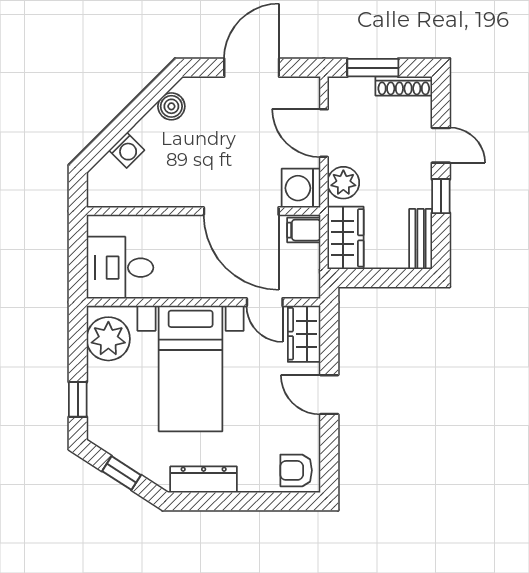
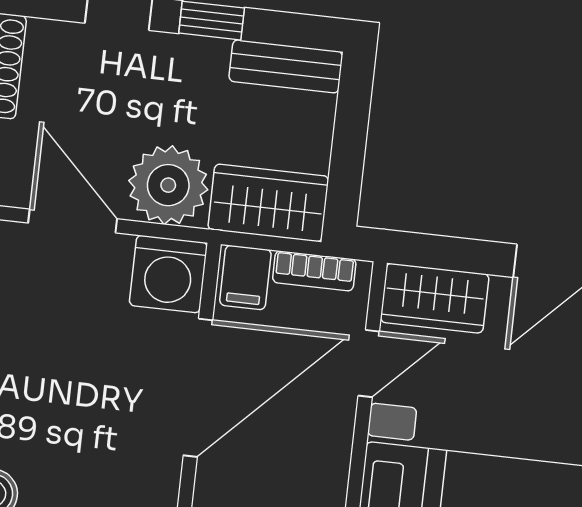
door: (324, 133) -> (73, 221), swing flipped
plant: (343, 183) -> (168, 185), width x1.36, depth x1.36
bookcase: (312, 267) -> (314, 271), added

